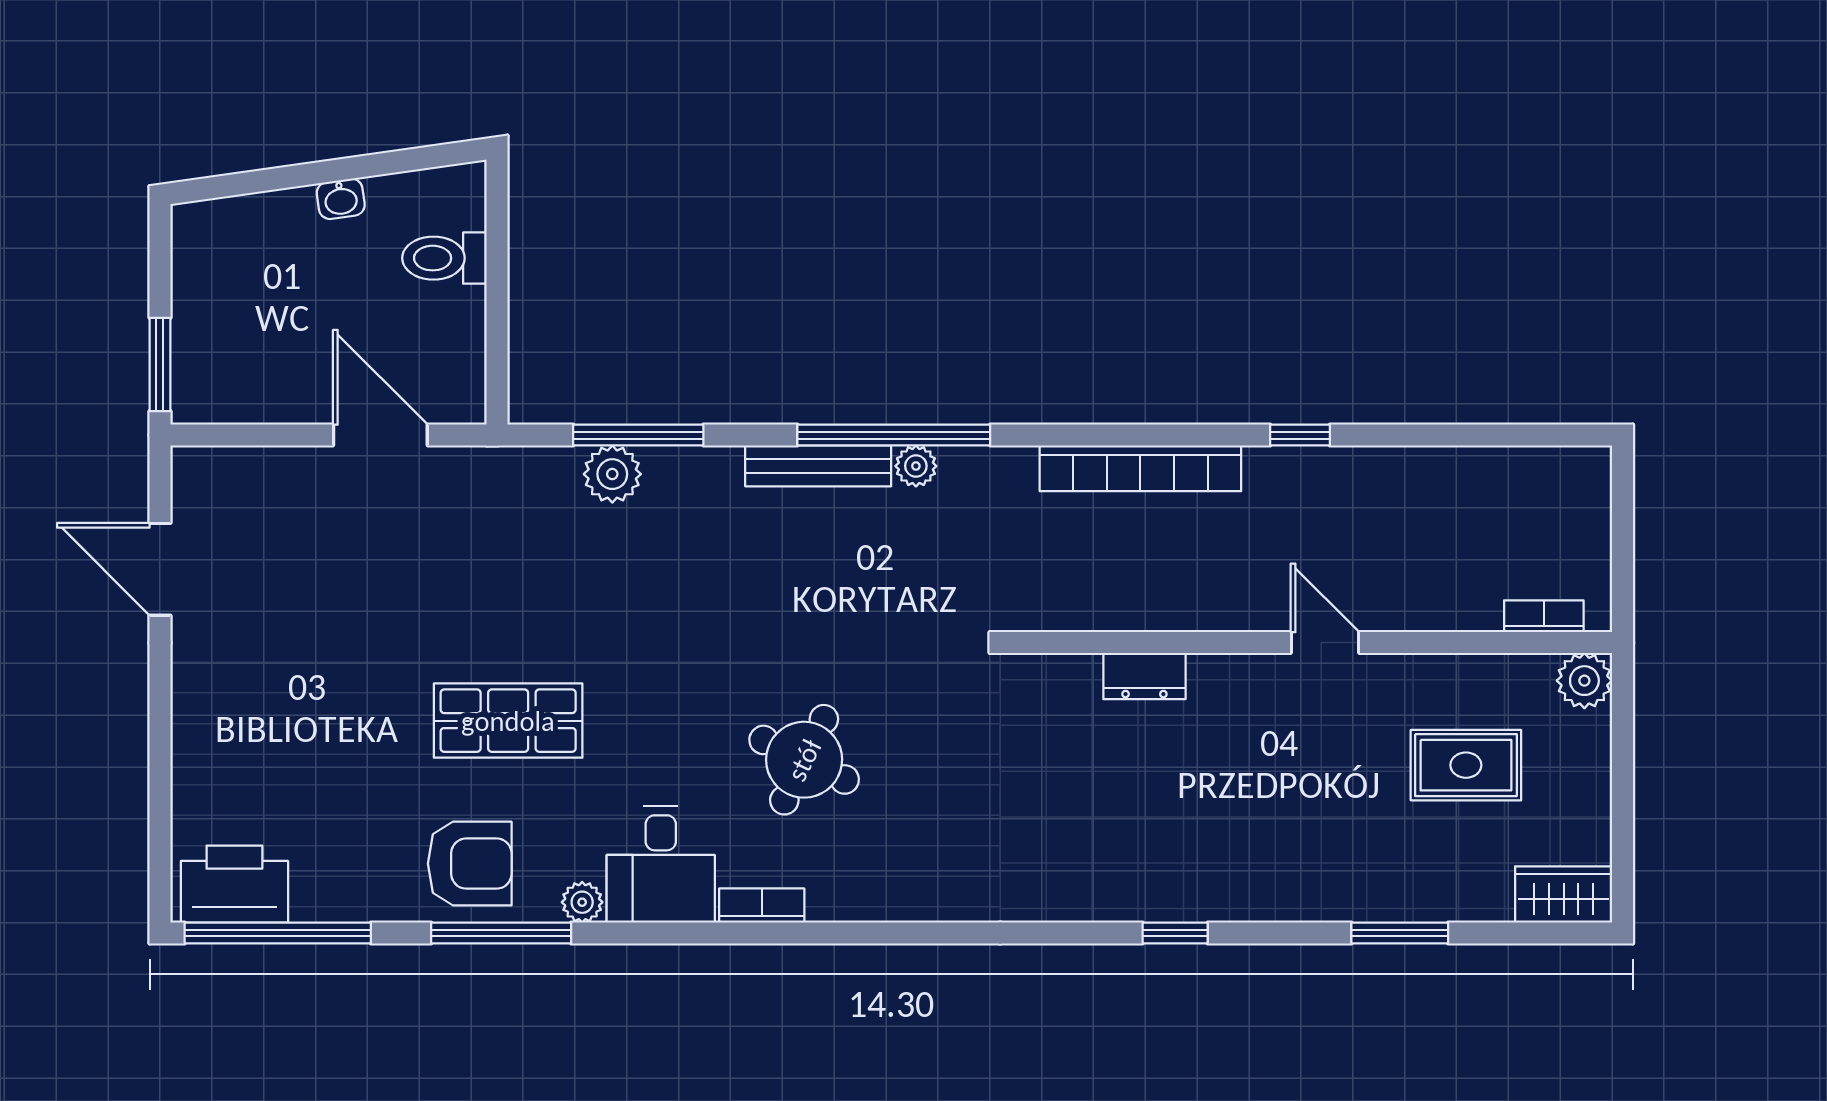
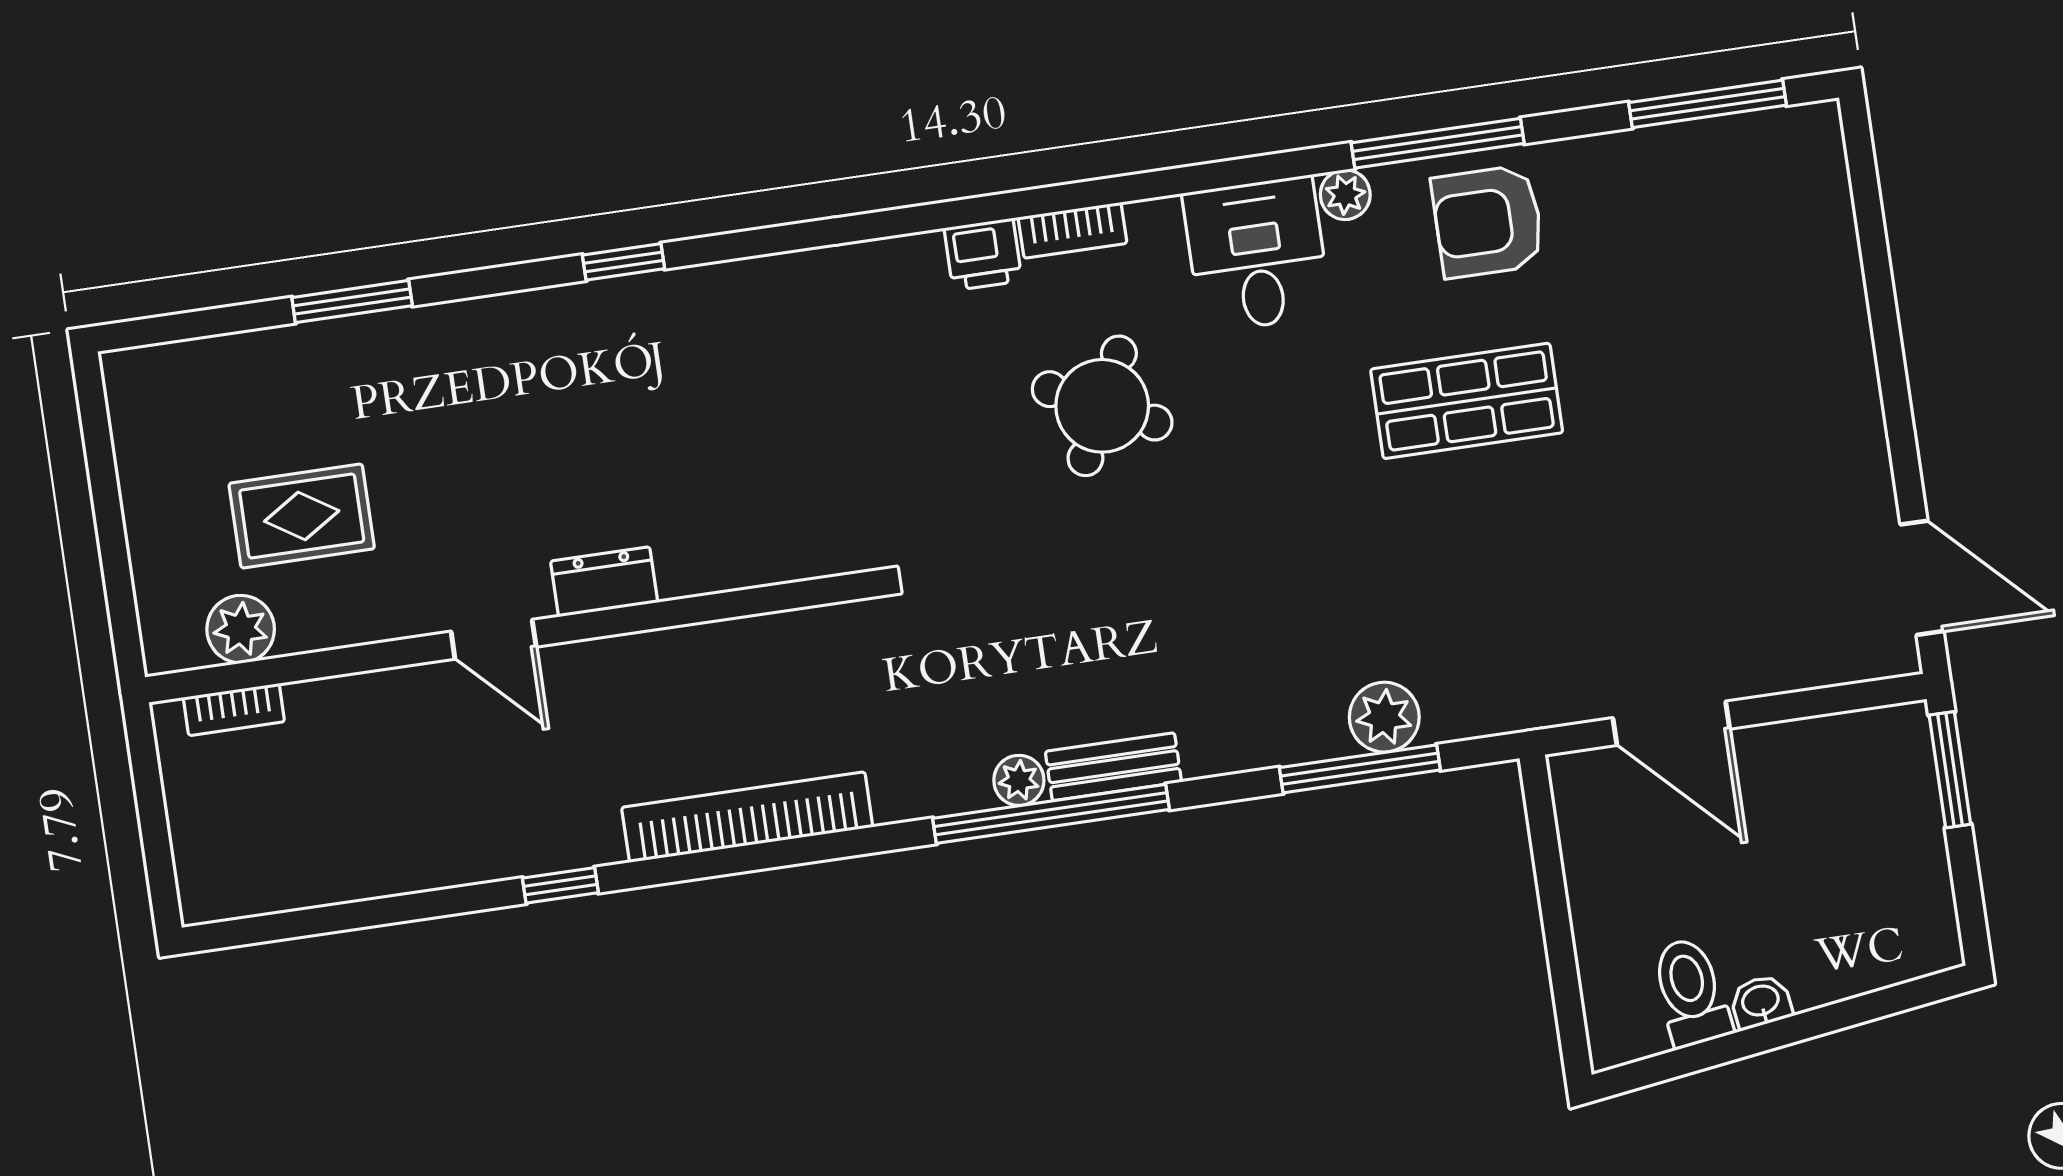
toilet: (444, 258) -> (1691, 992), moved, turned -98
bench: (818, 466) -> (1113, 767), width x0.73
door: (160, 569) -> (1922, 578), moved
dresser: (1144, 676) -> (604, 582), moved
plant: (1584, 681) -> (241, 629), moved
printer: (234, 884) -> (983, 254), moved, width x0.53, depth x0.68
wardrobe: (1564, 894) -> (161, 377), removed
bookcase: (762, 906) -> (1073, 230), moved
window: (278, 933) -> (1707, 104), width x0.68

